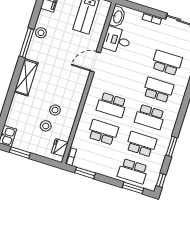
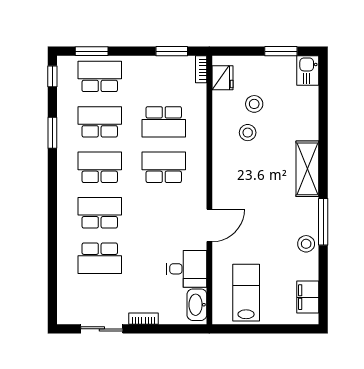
school desk: (158, 90) -> (100, 213), turned 180
school desk: (141, 144) -> (100, 122), turned 180

